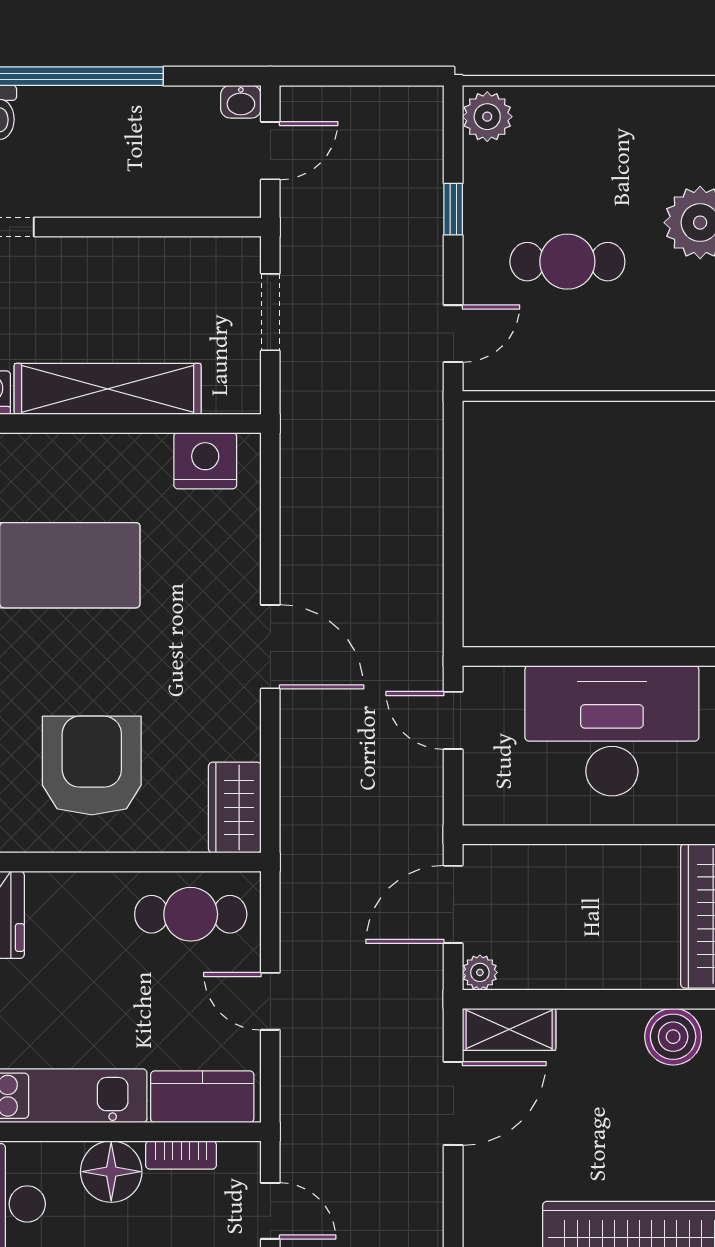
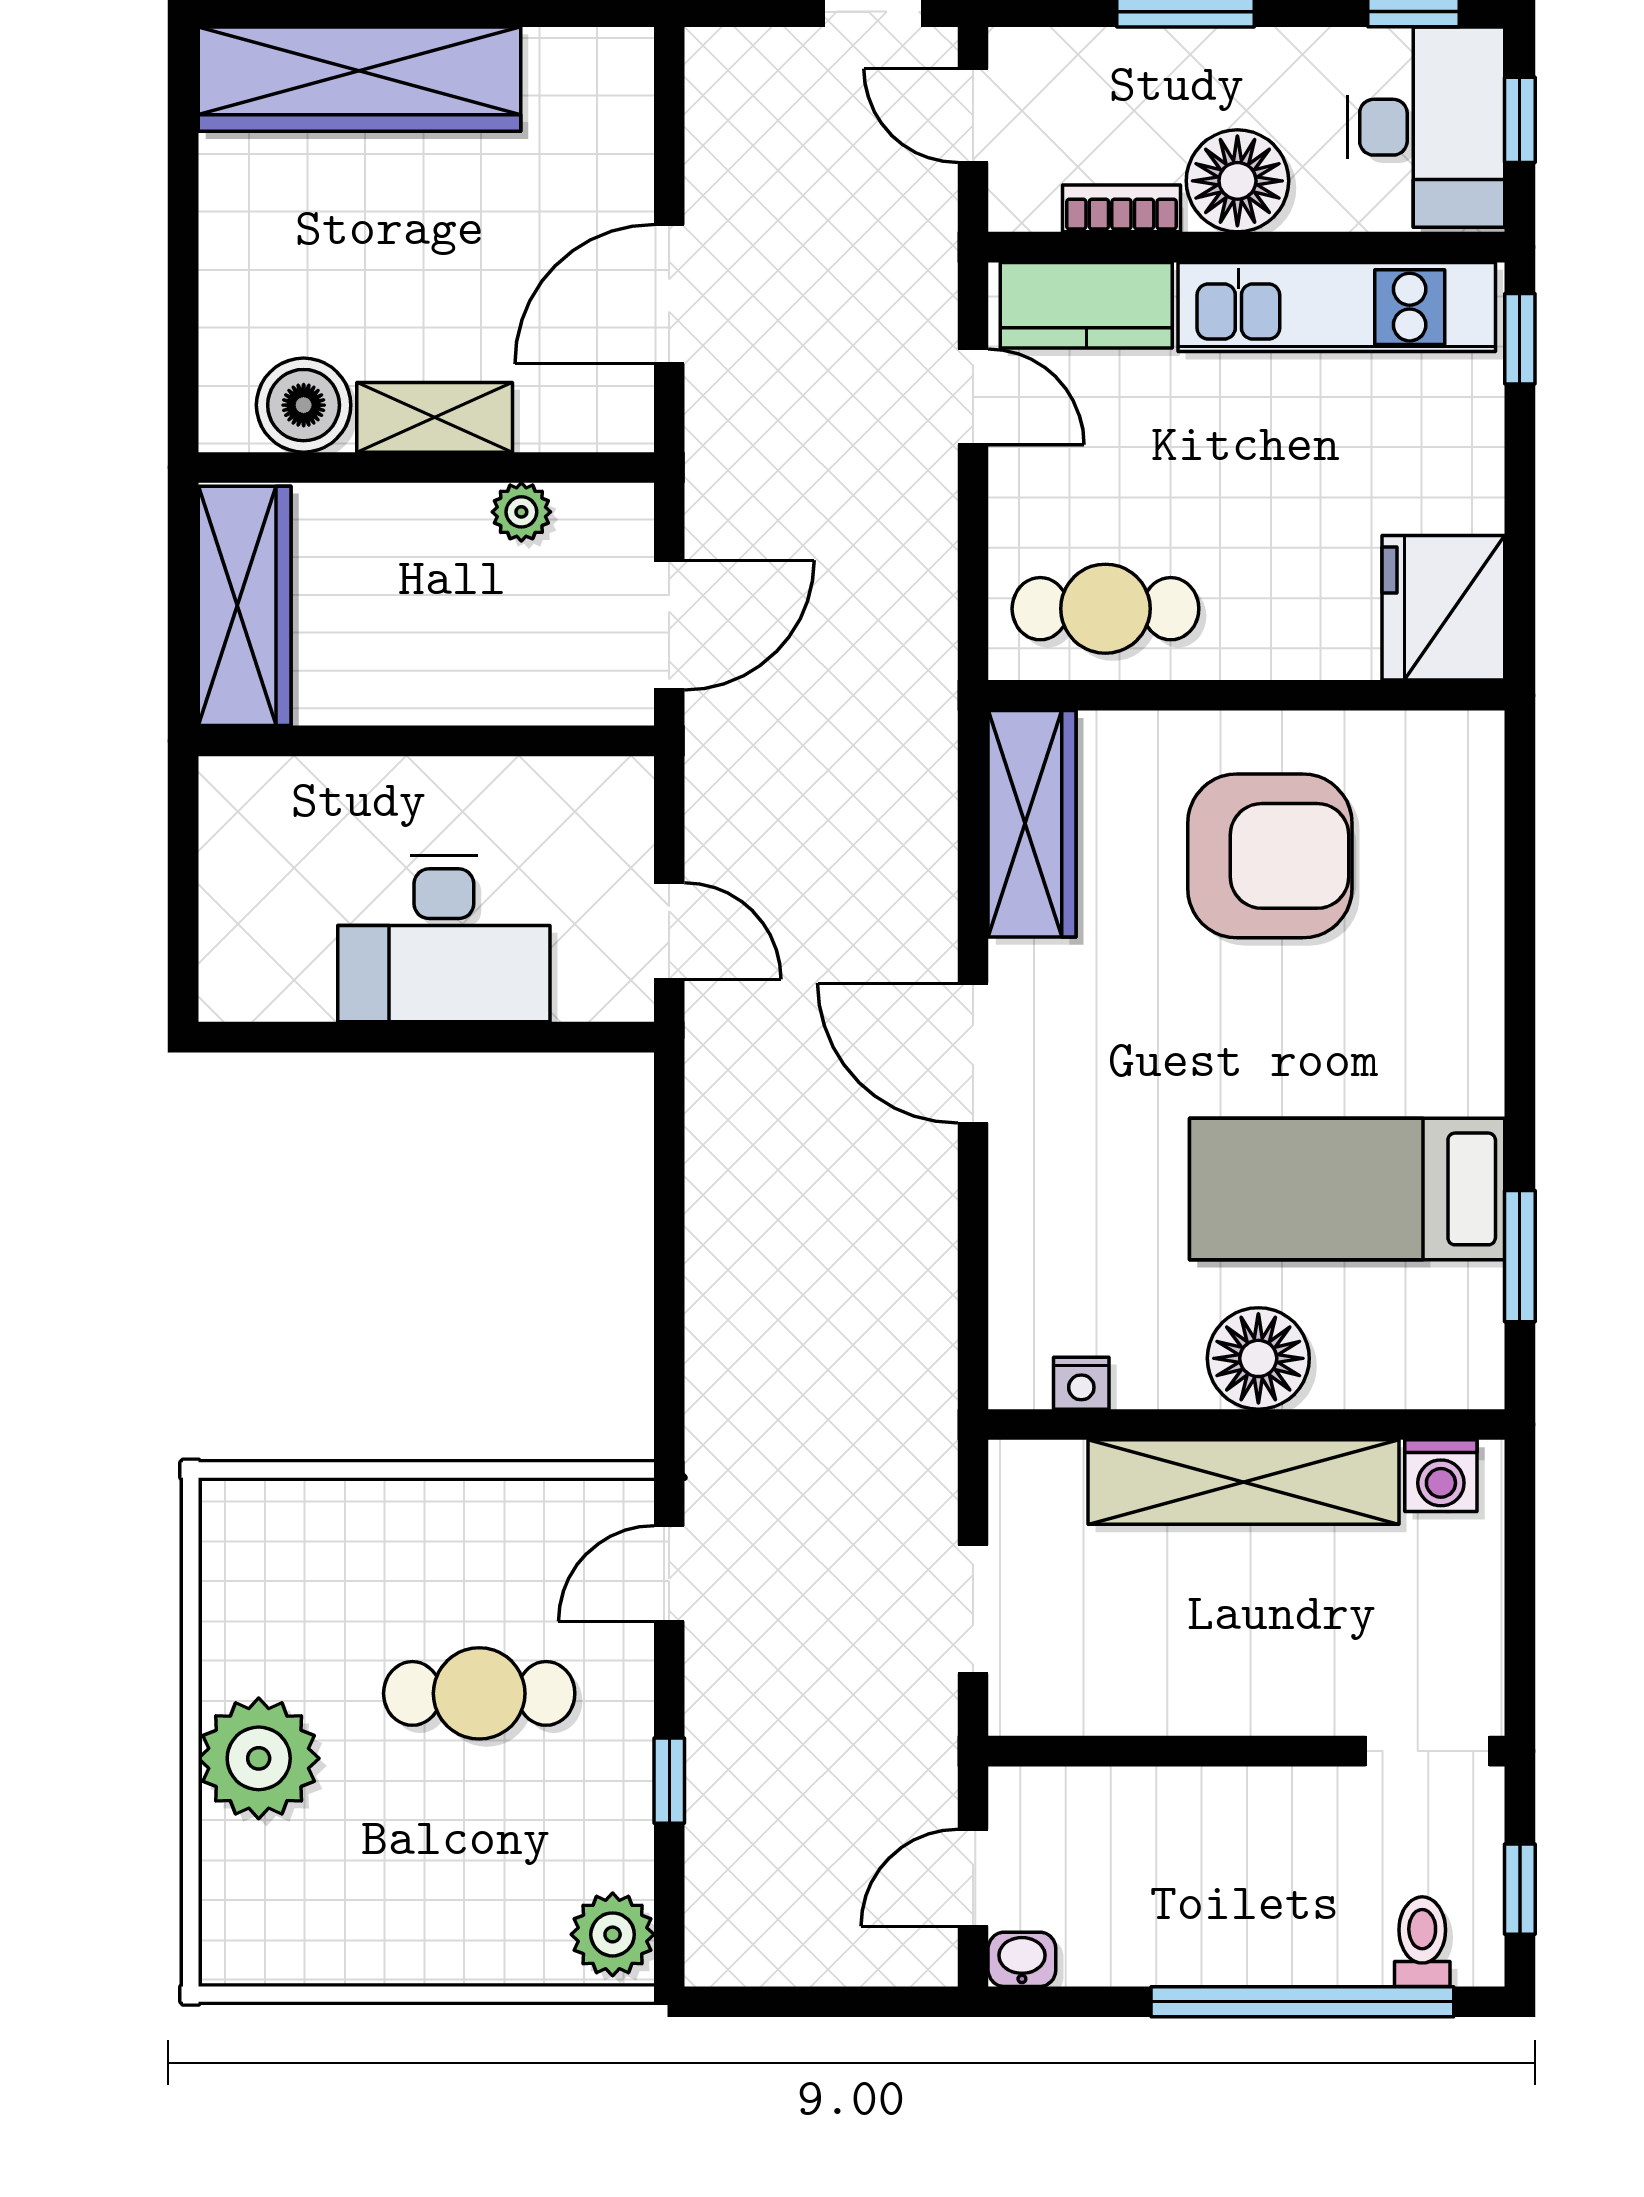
nightstand: (205, 461) -> (1081, 1383), width x0.53, depth x0.56
floor lamp: (99, 463) -> (1258, 1358), added
desk: (612, 731) -> (444, 939), width x0.73, depth x0.77
armchair: (92, 765) -> (1270, 856), turned -90
wardrobe: (235, 808) -> (1032, 824), width x1.50
plant: (480, 972) -> (521, 512), moved
door: (270, 1001) -> (973, 397), moved
shelving: (509, 1029) -> (435, 417), moved

